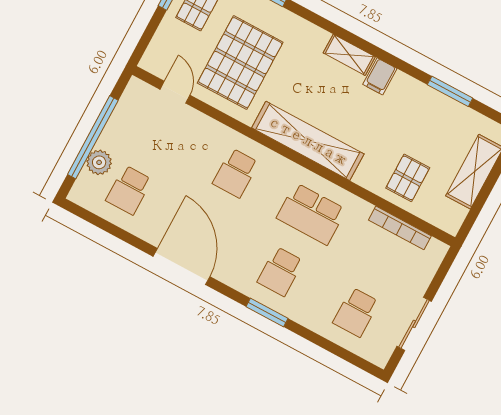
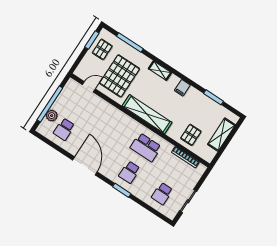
shelving: (349, 55) -> (160, 71), moved
door: (175, 92) -> (89, 87), hinge flipped
school desk: (236, 173) -> (113, 126), removed

